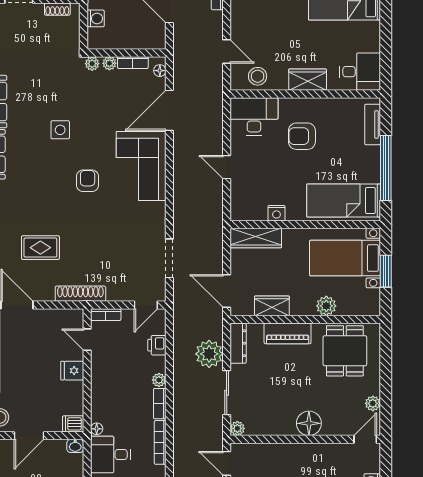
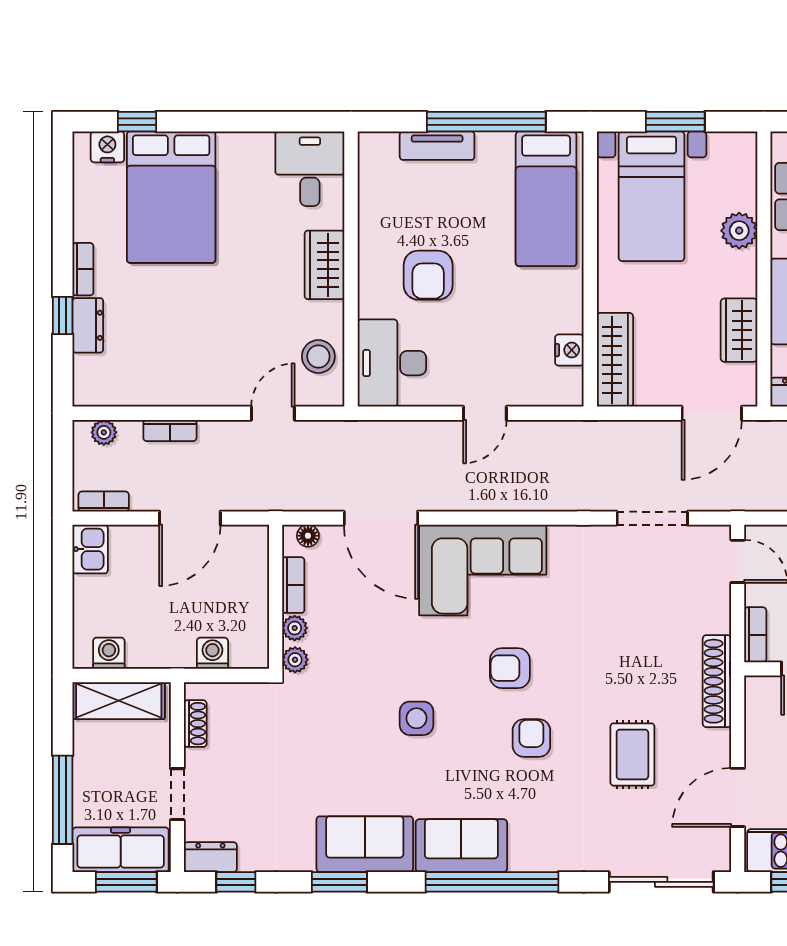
tv unit: (373, 124) -> (437, 146), moved
armchair: (49, 192) -> (531, 738), added
nightstand: (276, 213) -> (569, 350), moved

